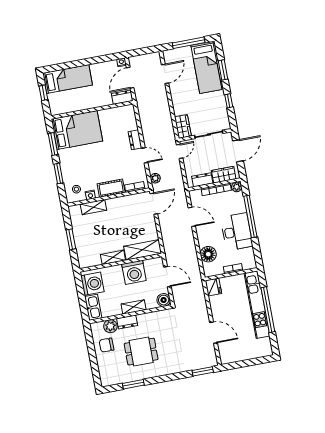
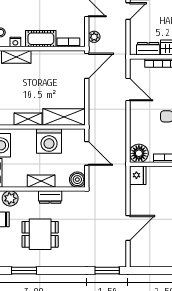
floor lamp: (208, 254) -> (139, 153), moved
dresser: (127, 322) -> (50, 197), moved
door: (213, 333) -> (128, 228), hinge flipped

